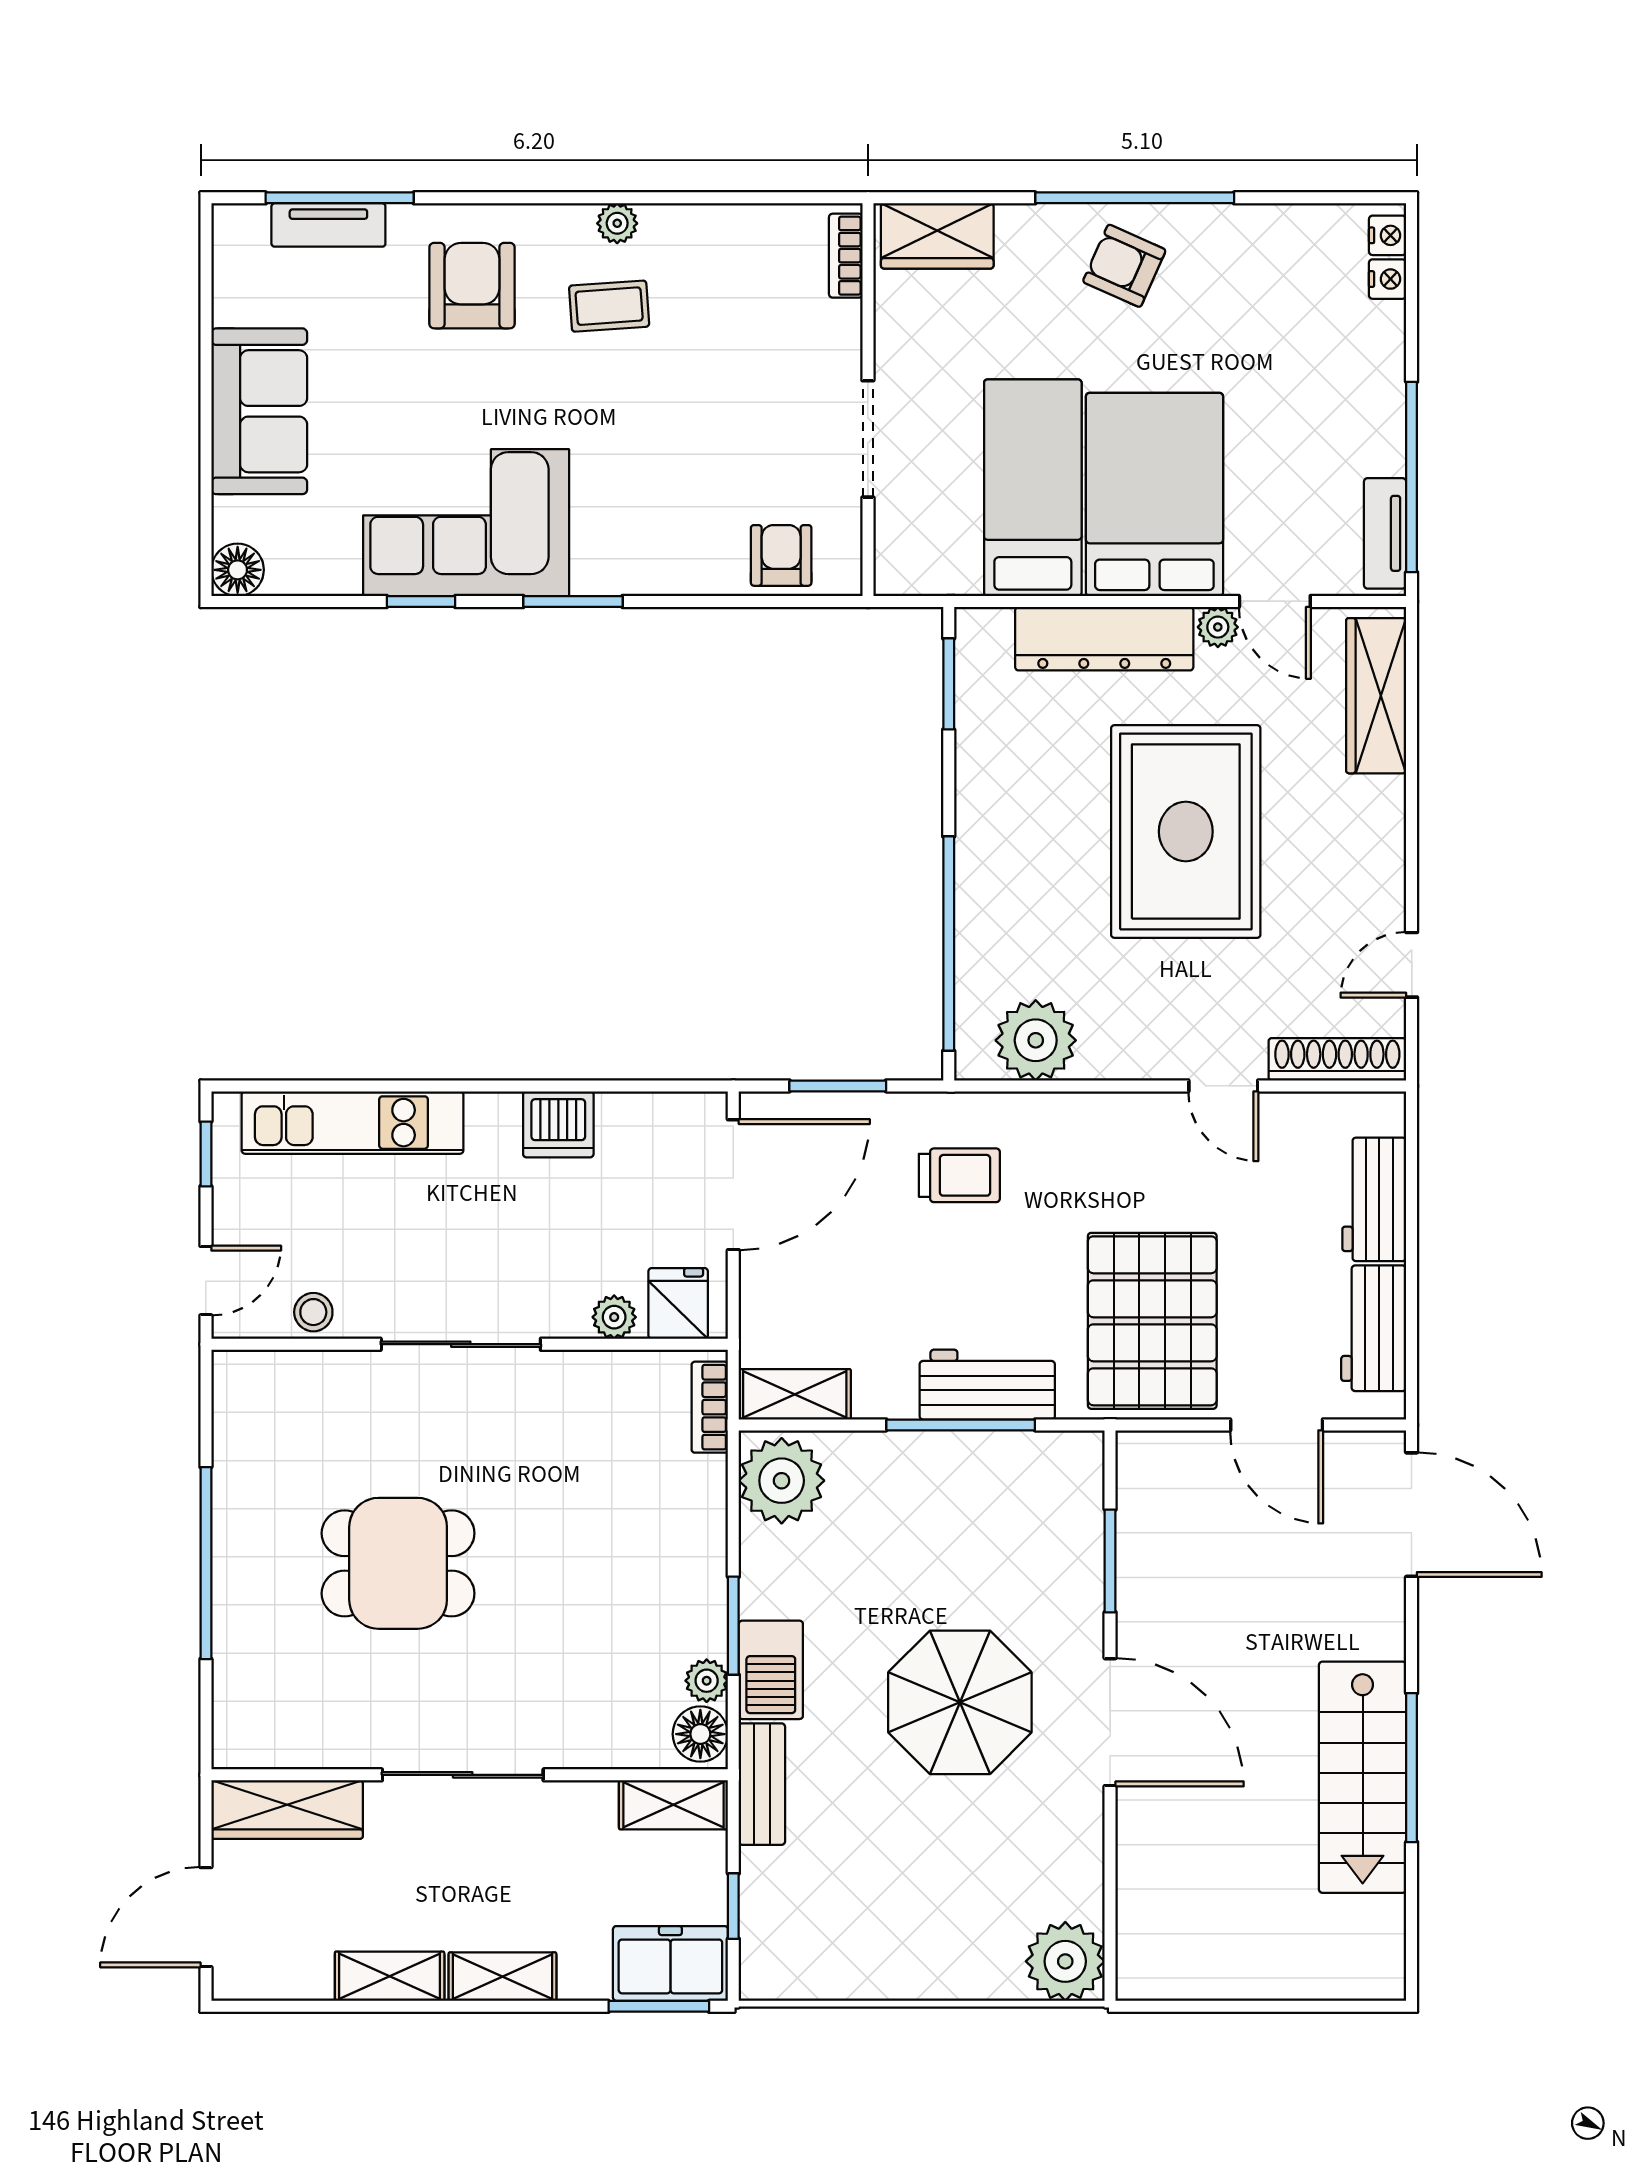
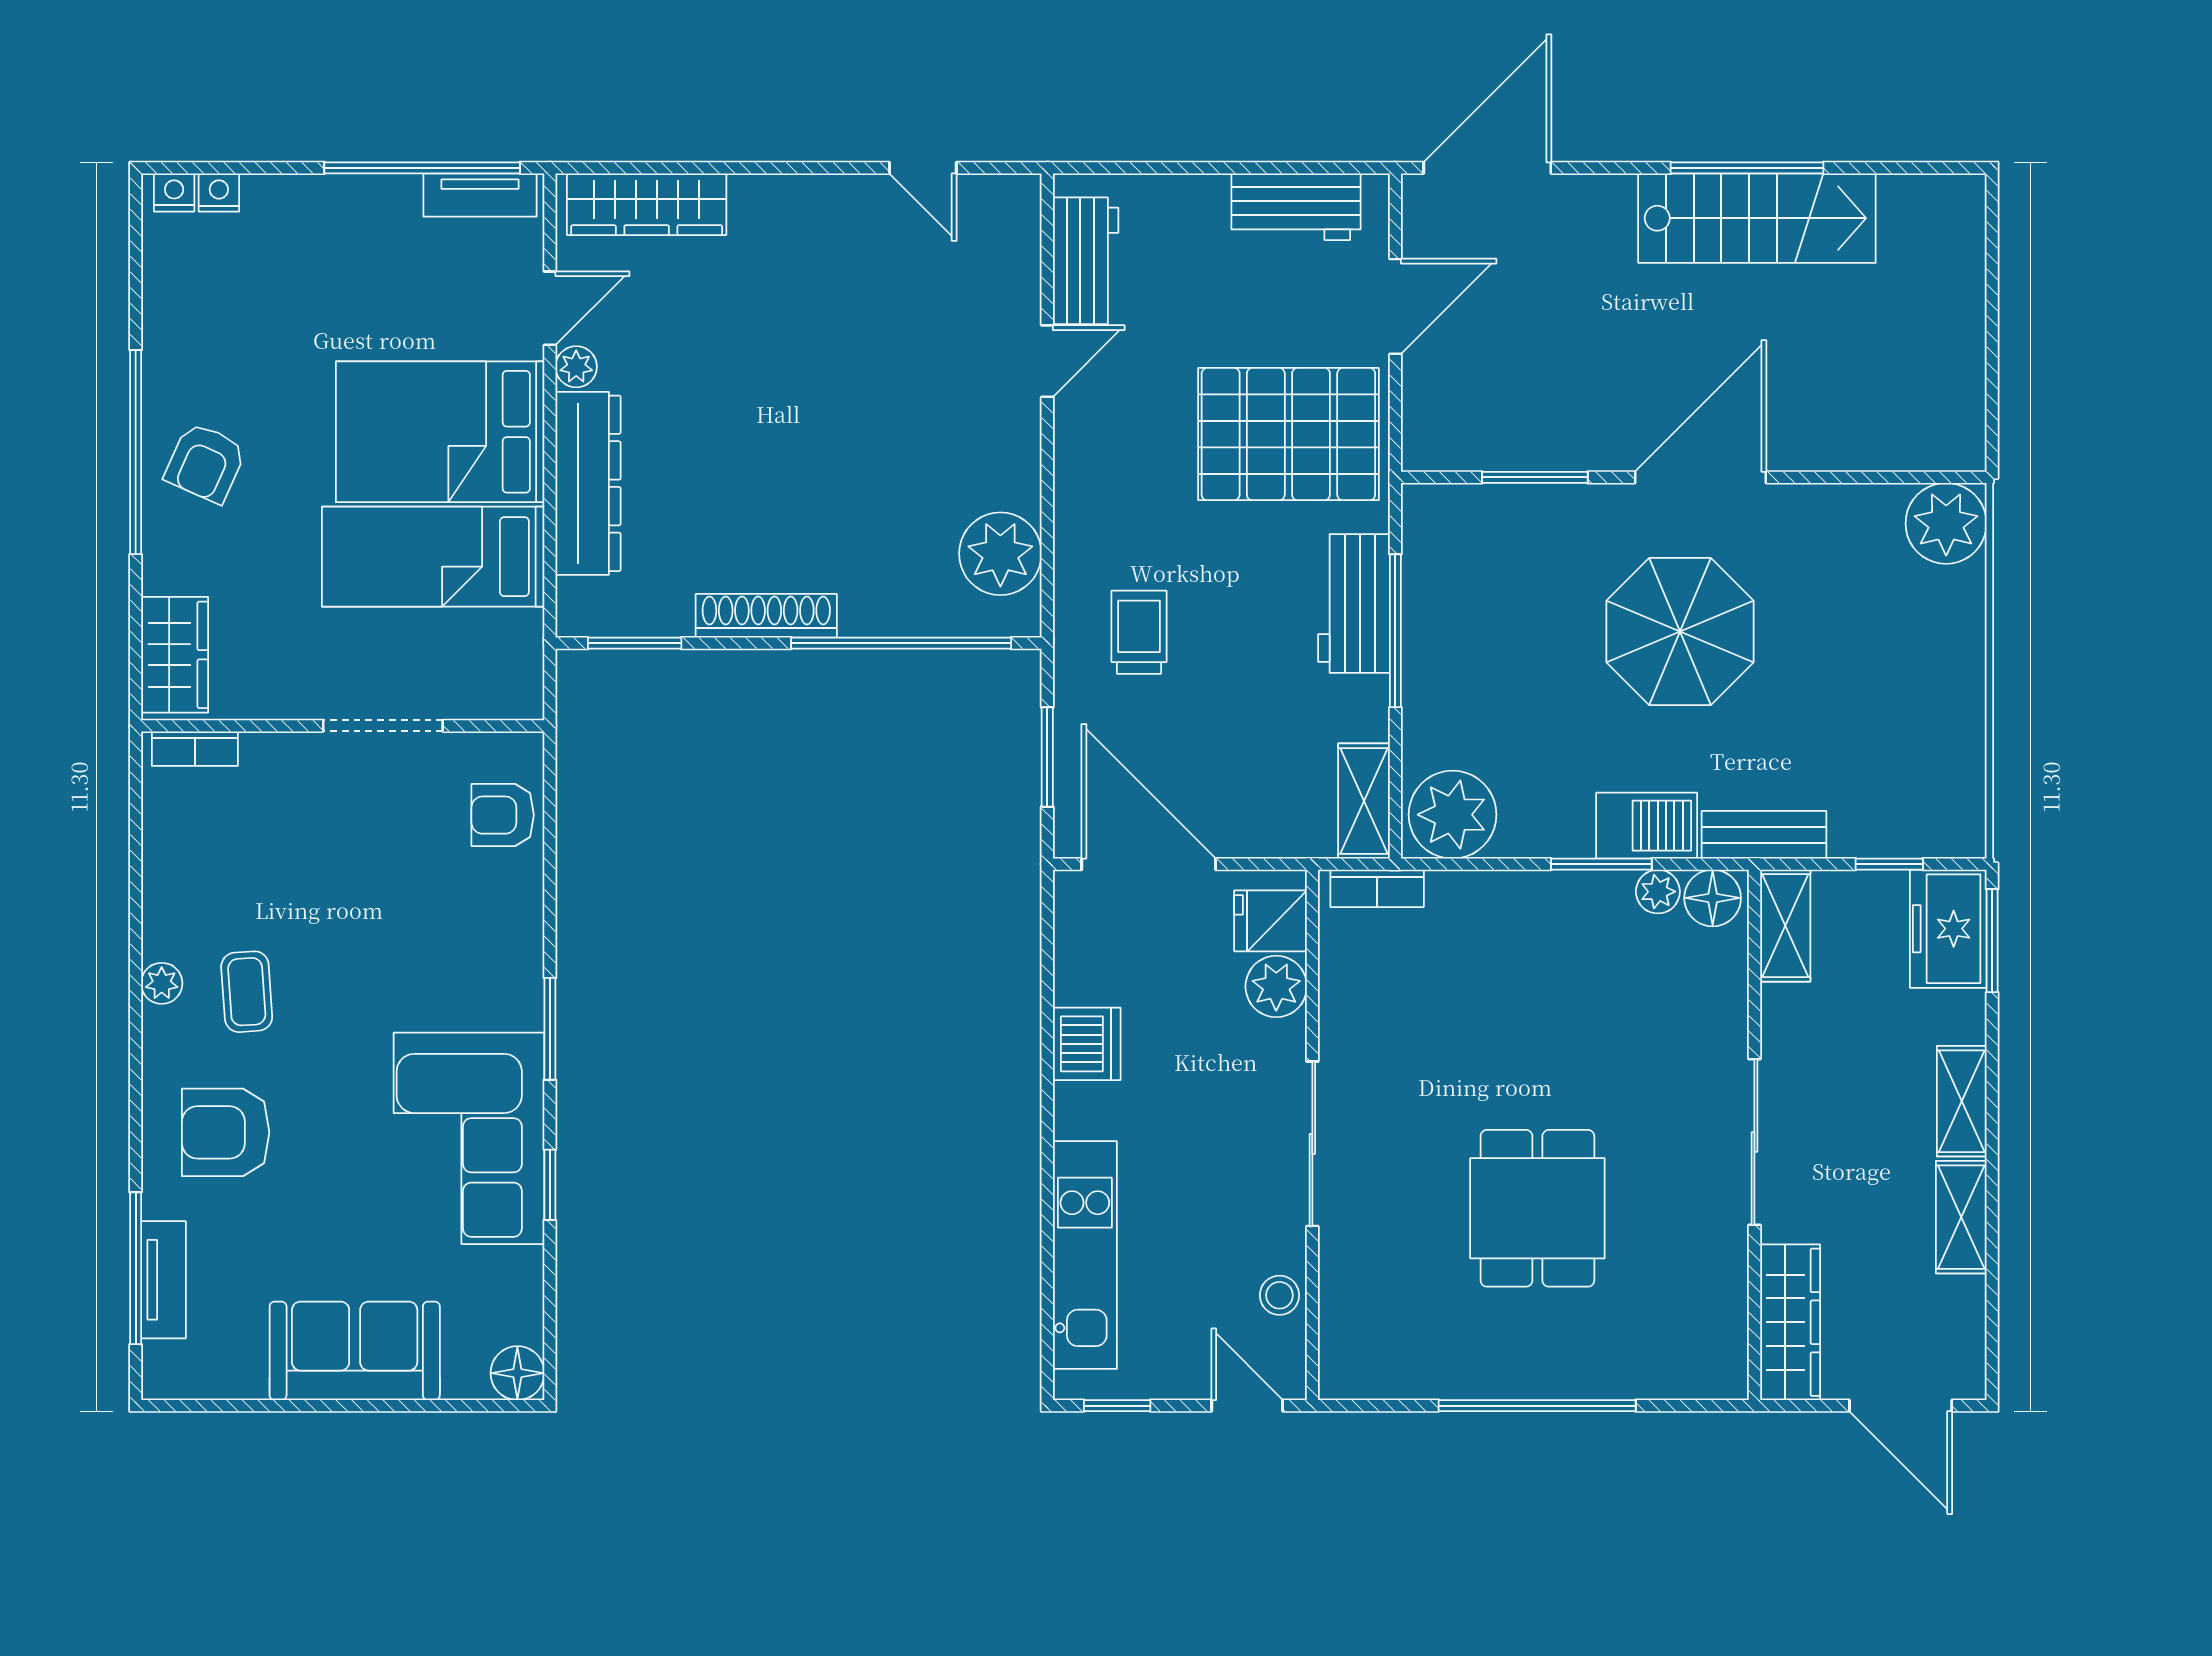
rug: (1186, 832) -> (786, 400), removed
shoe rack: (1337, 1059) -> (766, 616), moved, turned 90
workbench: (1374, 1199) -> (1086, 261), moved, turned -90
plant: (614, 1317) -> (1276, 986), width x1.38, depth x1.38

